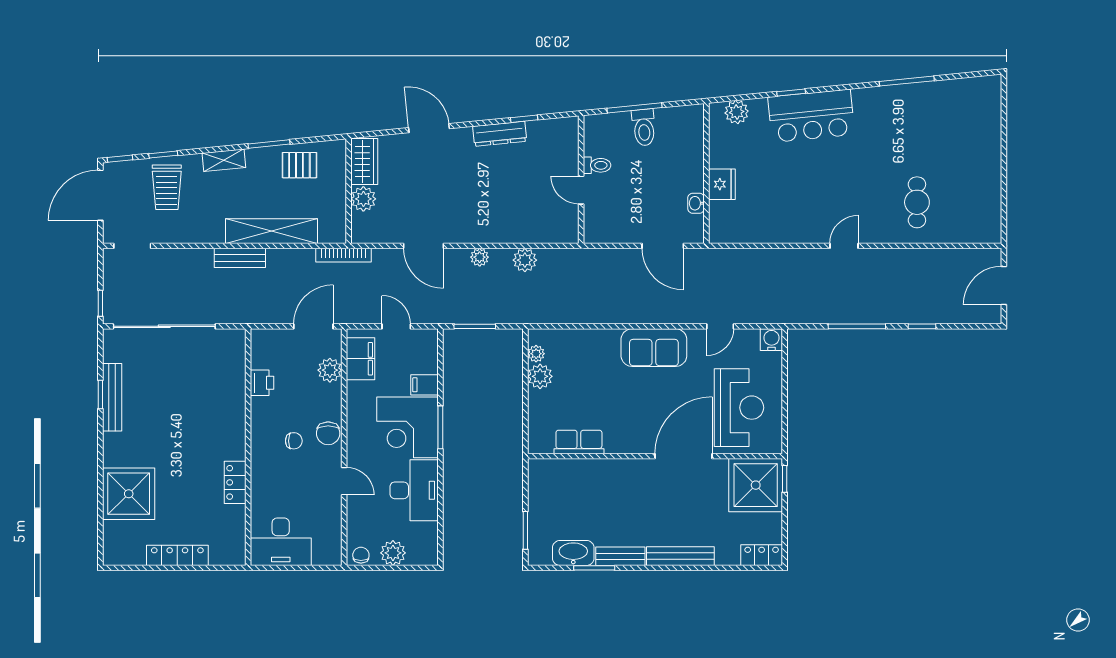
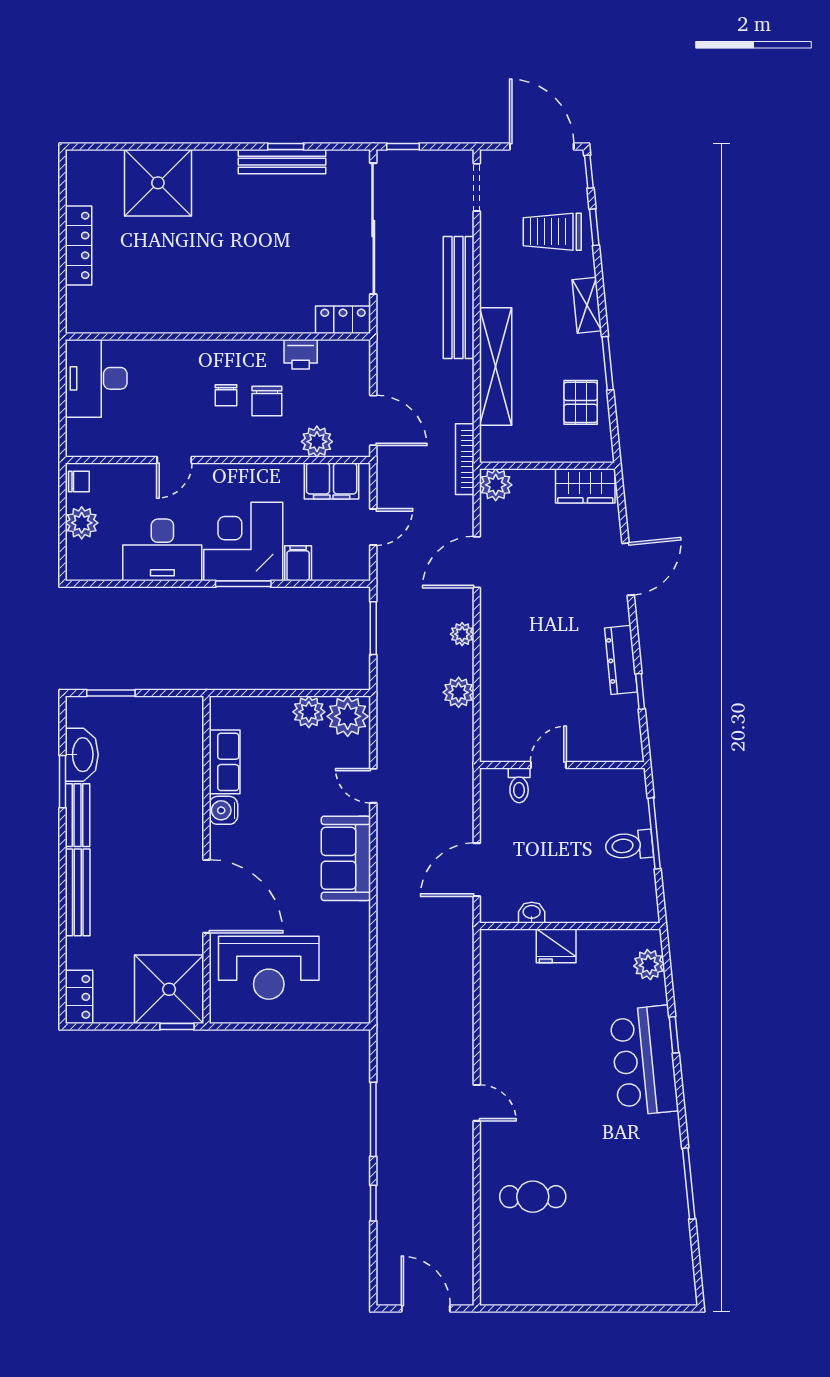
toilet: (597, 165) -> (519, 785), moved
plant: (363, 199) -> (496, 485), moved
bench: (240, 258) -> (459, 298), width x1.86, depth x1.21
door: (720, 326) -> (373, 786), moved
water cooler: (771, 340) -> (223, 810), moved, turned 180
plant: (536, 354) -> (348, 716), width x1.88, depth x1.88
chair: (328, 433) -> (267, 401), moved, turned -90
locker: (235, 482) -> (343, 320), moved

